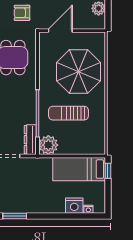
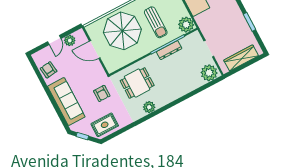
door: (60, 31) -> (95, 49), moved
dresser: (30, 140) -> (169, 50), moved

